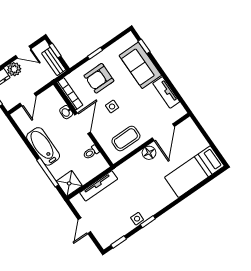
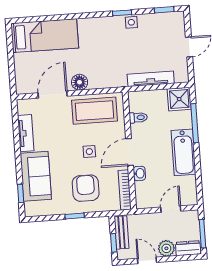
armchair: (99, 78) -> (86, 188), turned -90
coffee table: (126, 139) -> (94, 111), width x1.36, depth x1.32

